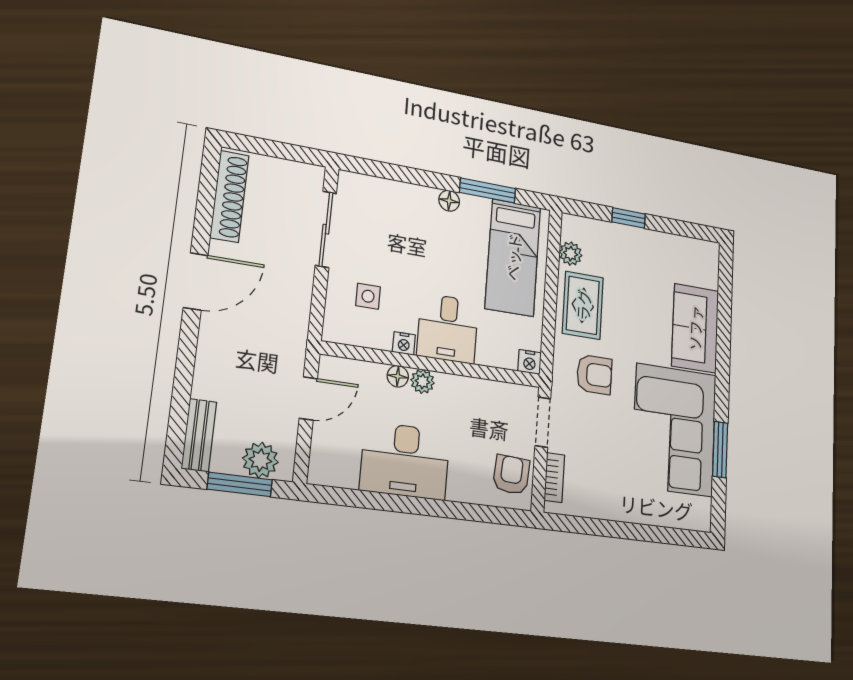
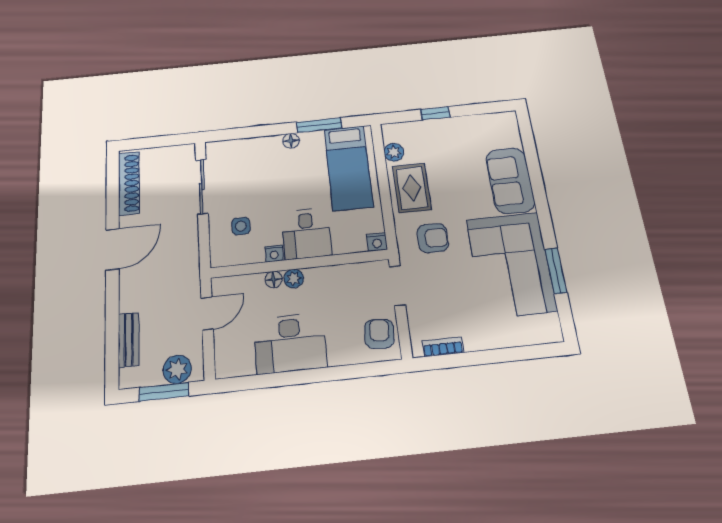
bench: (199, 435) -> (129, 340), moved
bookcase: (554, 478) -> (443, 347), moved, turned -90

